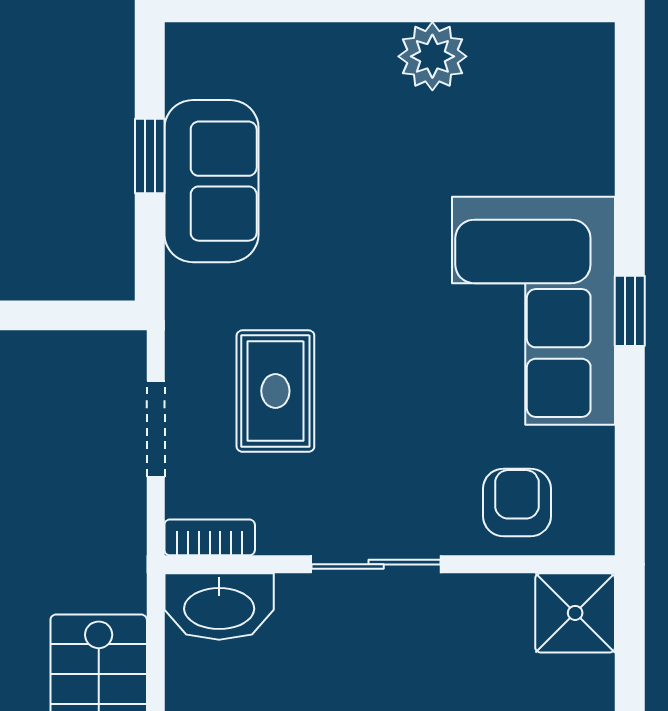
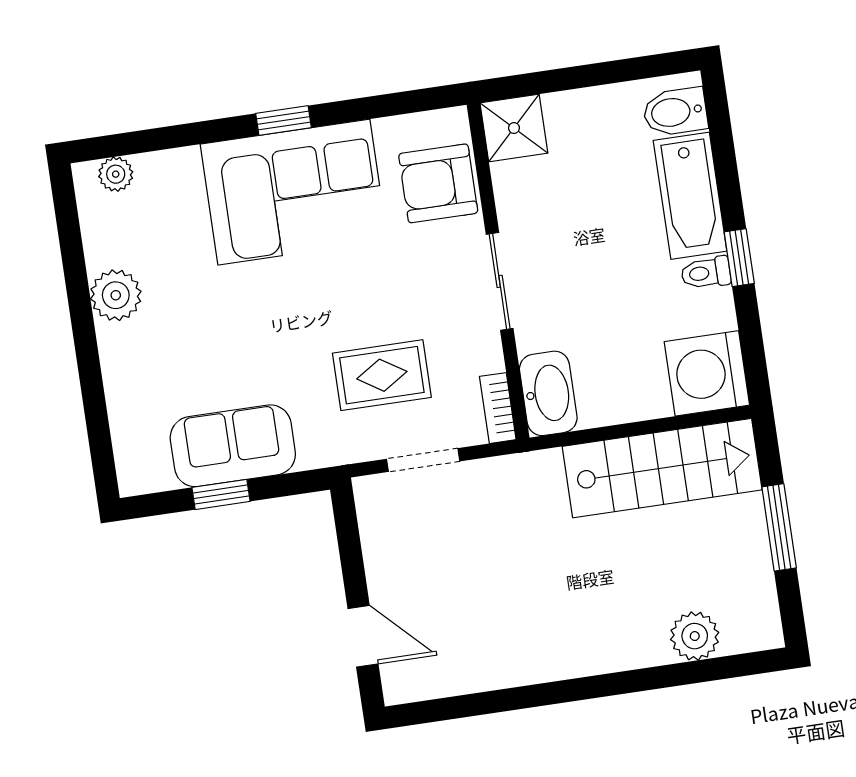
plant: (592, 80) -> (116, 174), added
armchair: (517, 502) -> (438, 183), width x1.38, depth x1.38

